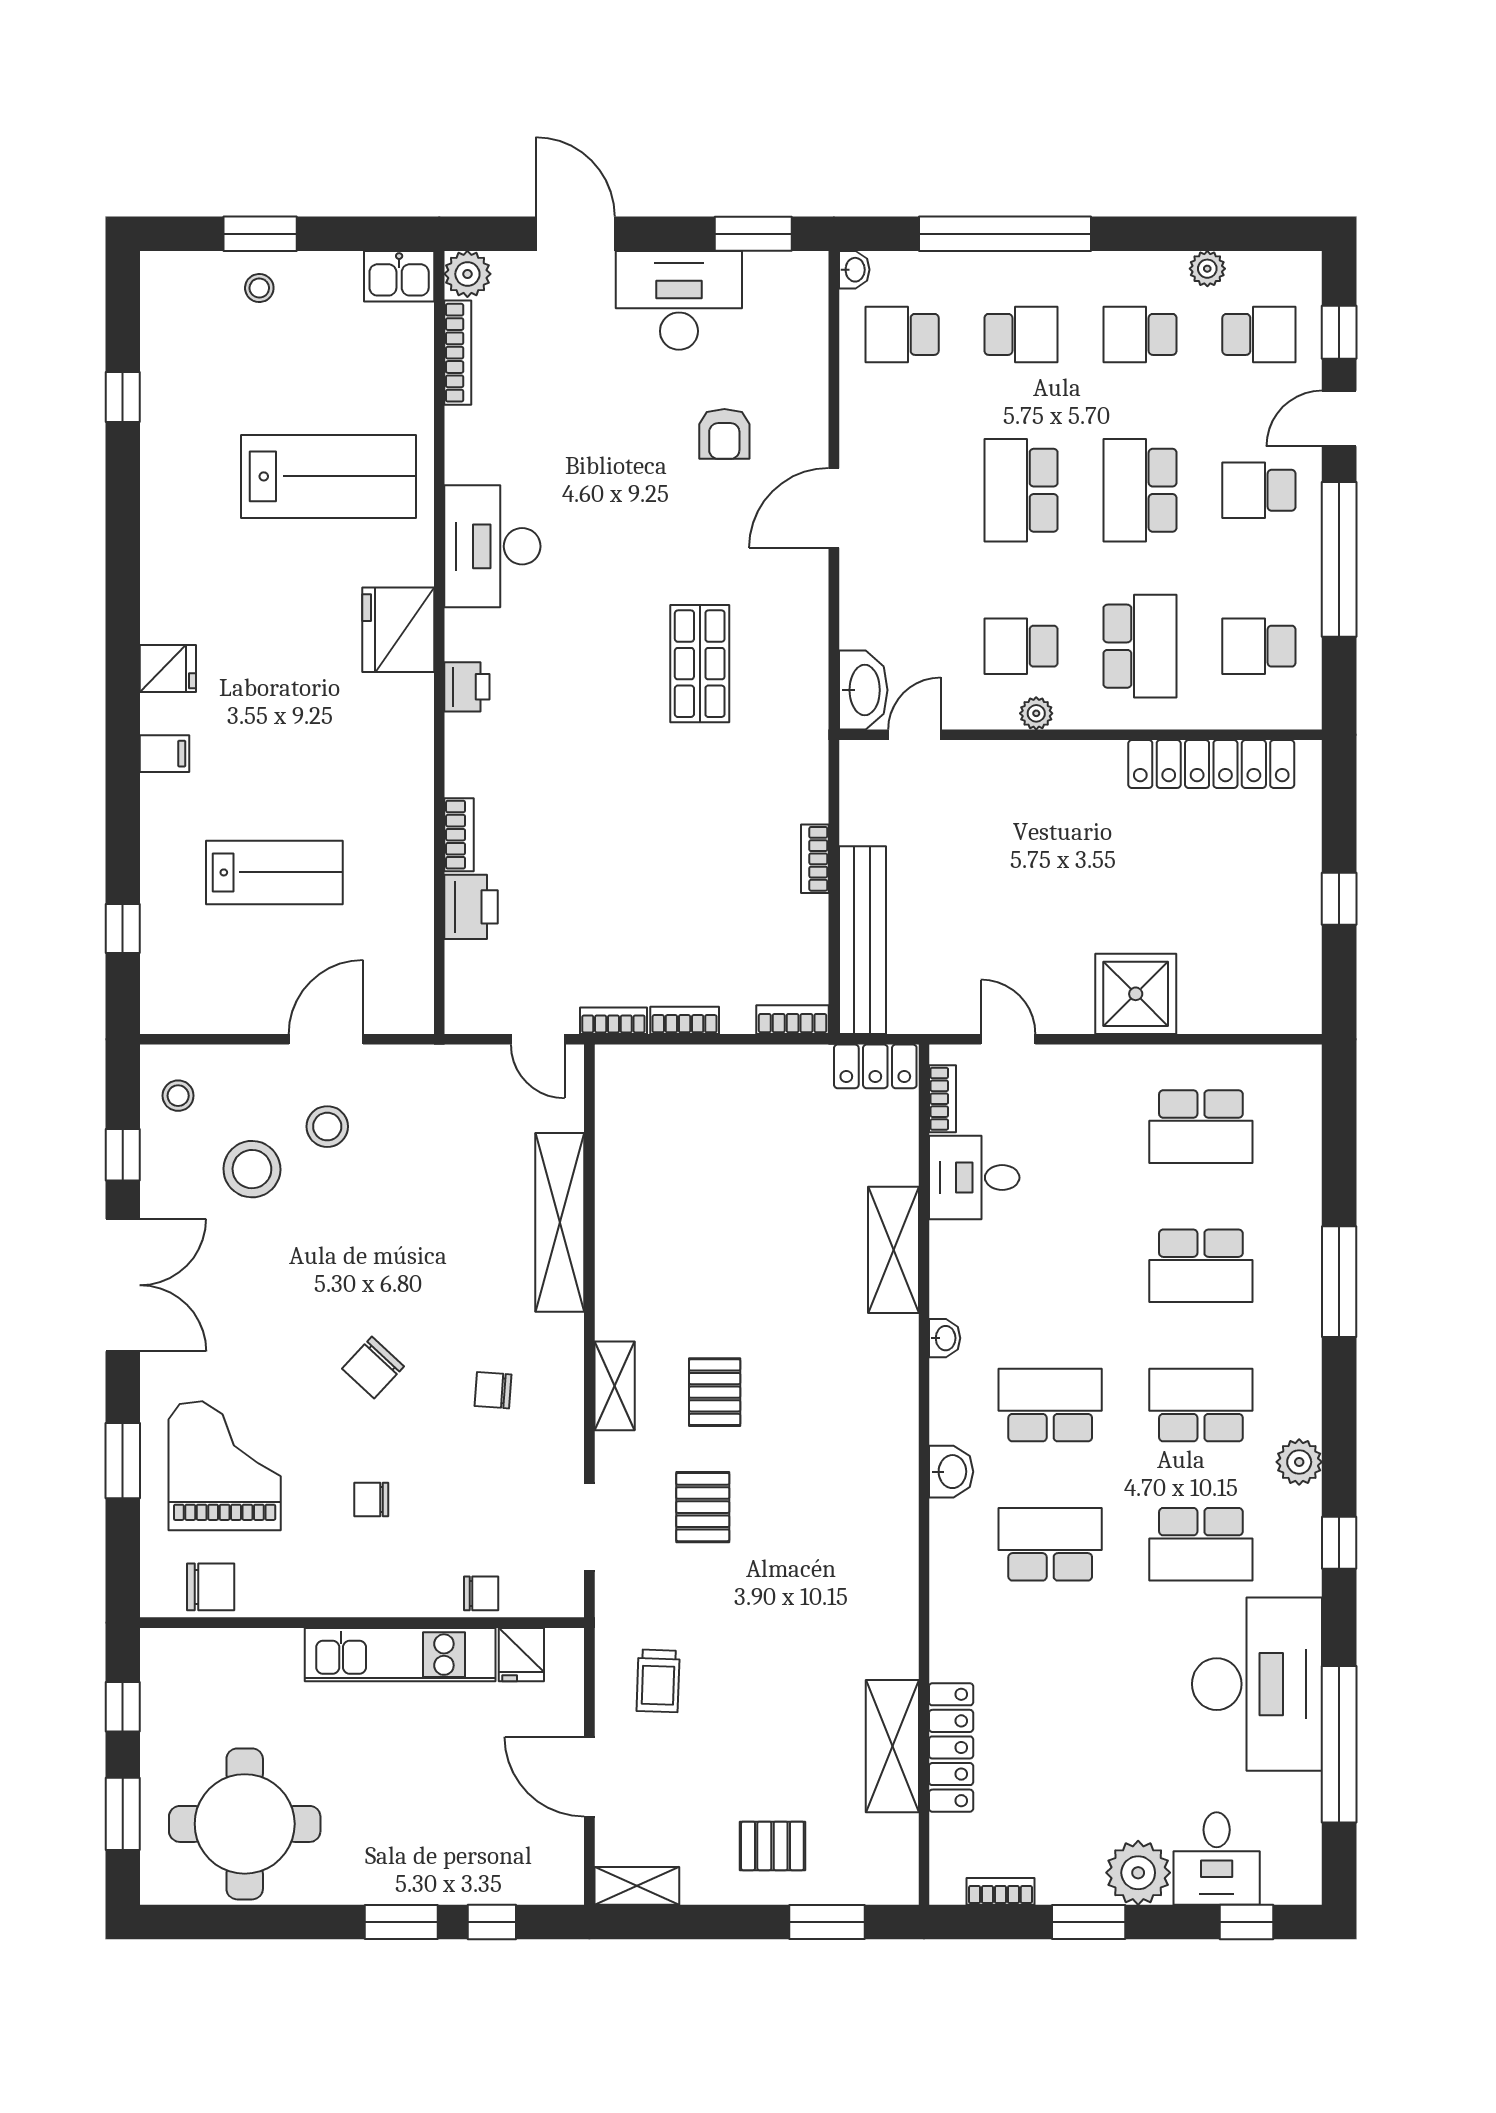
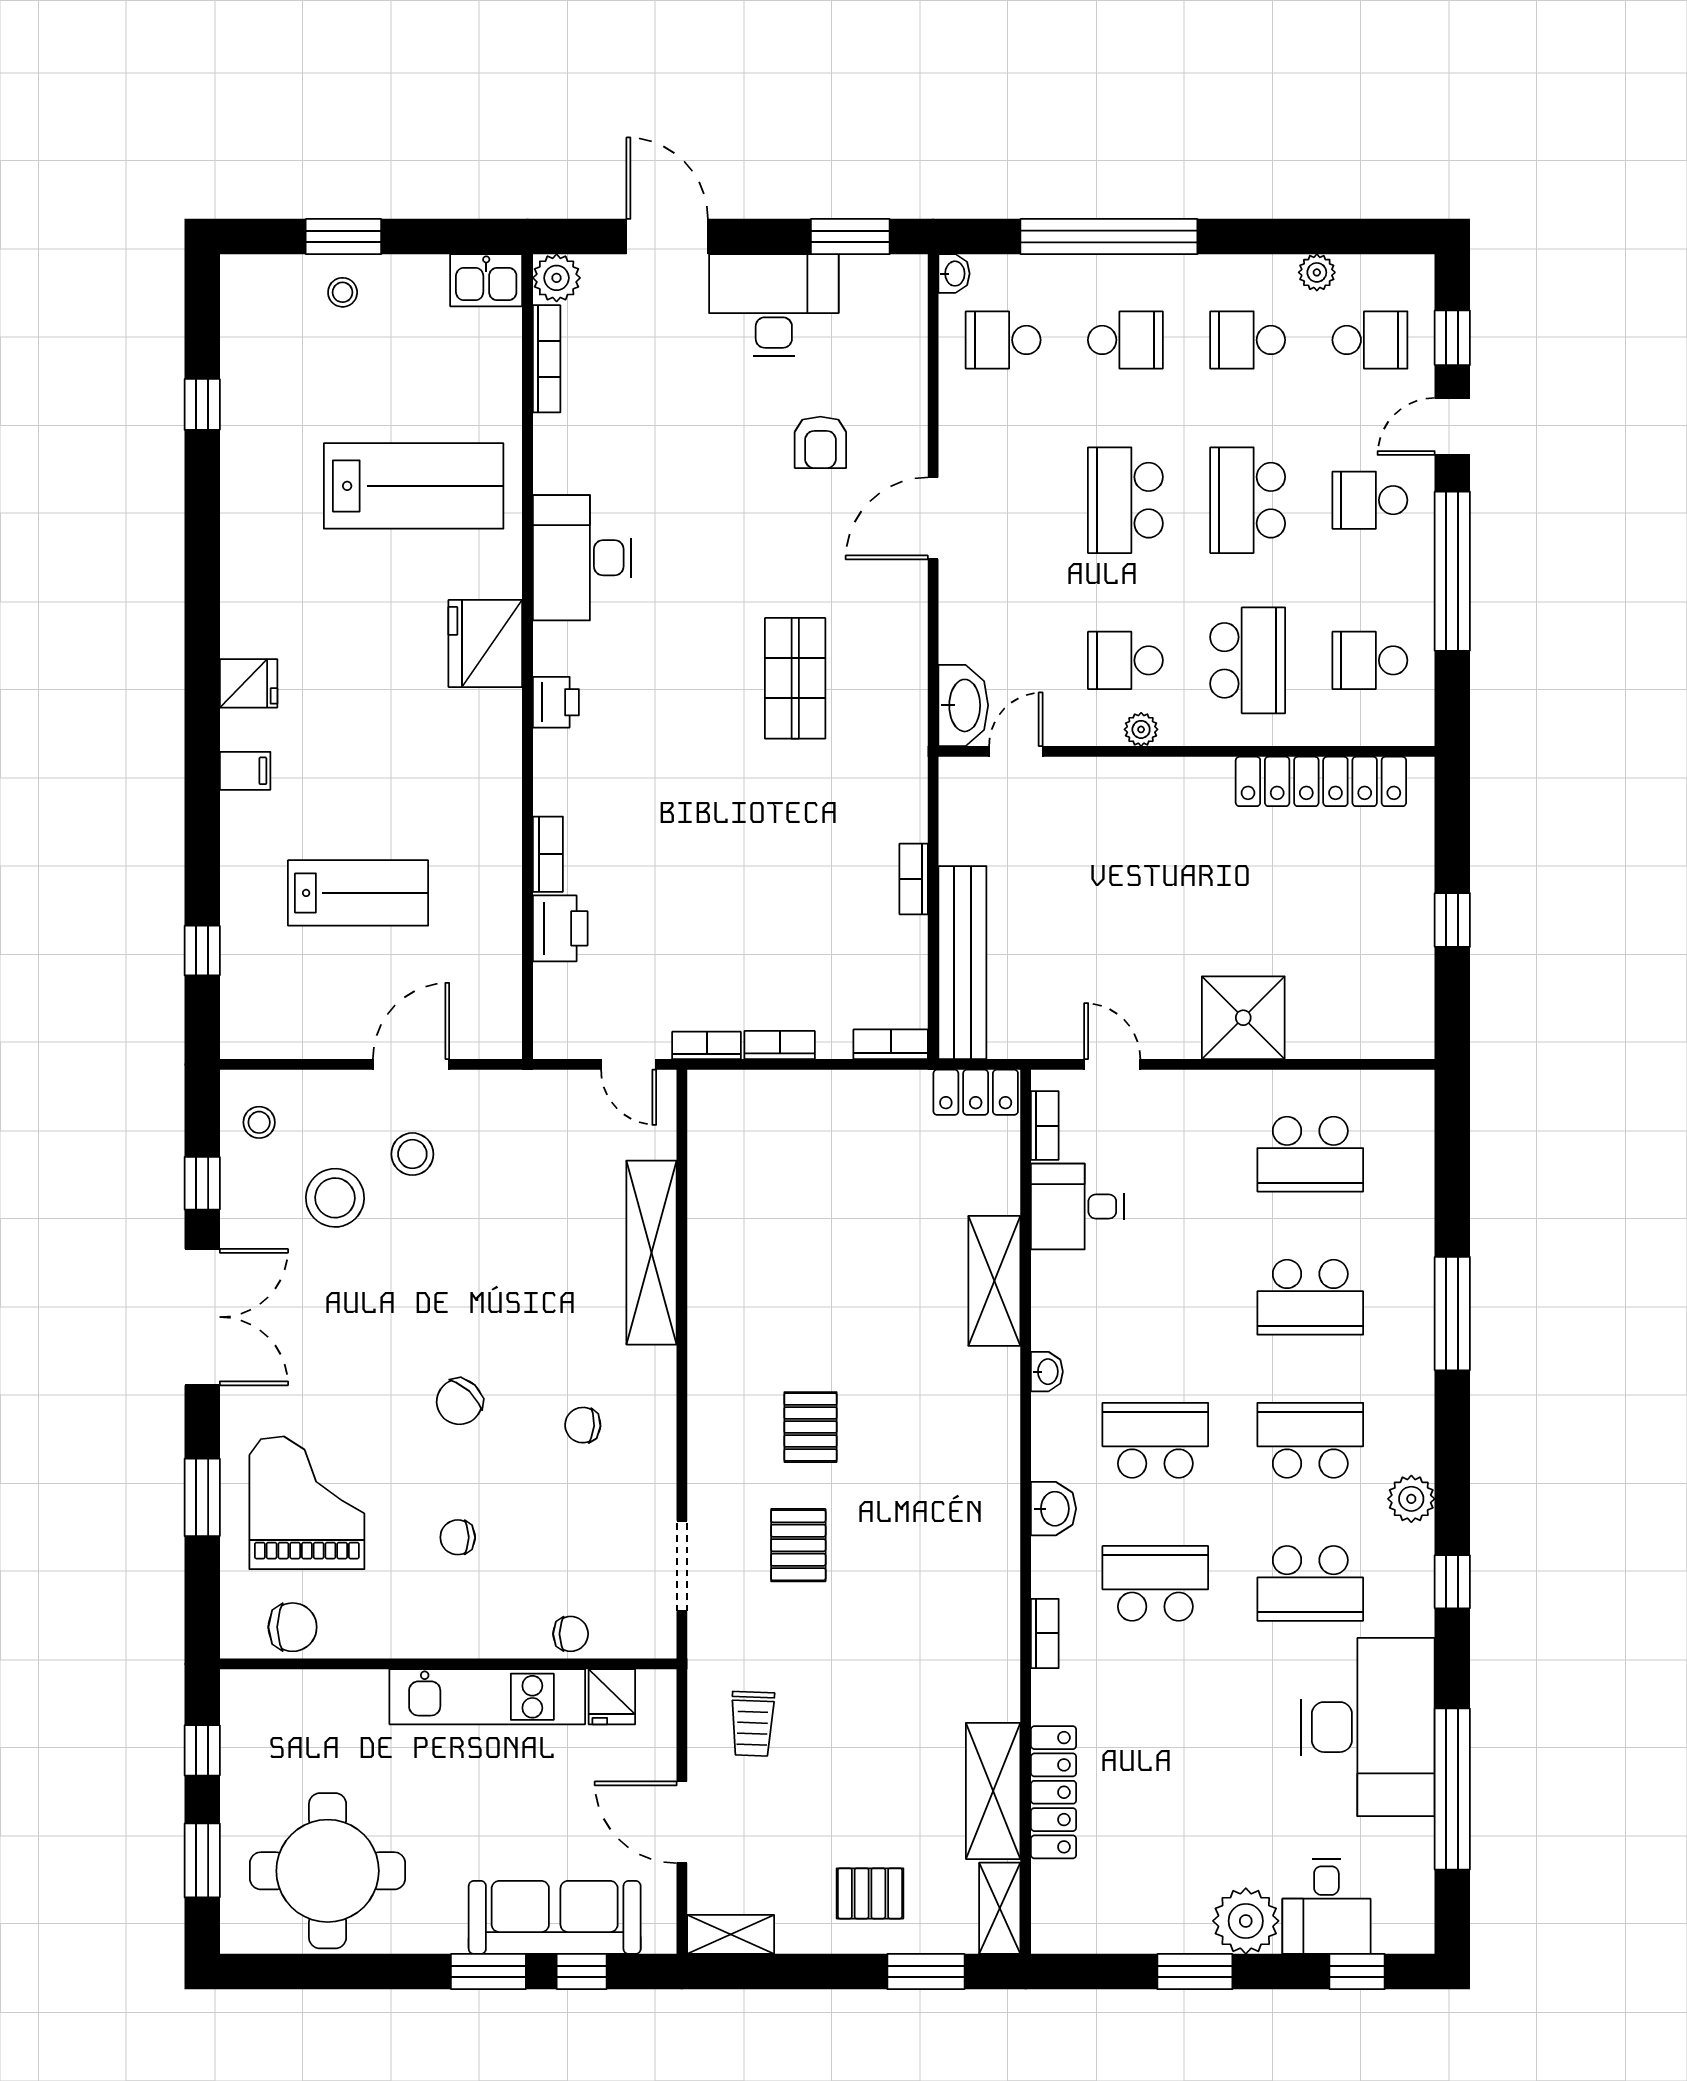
shelving: (615, 1386) -> (1000, 1908), moved
sofa: (466, 1869) -> (555, 1917), added
bookcase: (1000, 1891) -> (1045, 1633), moved, turned 90

